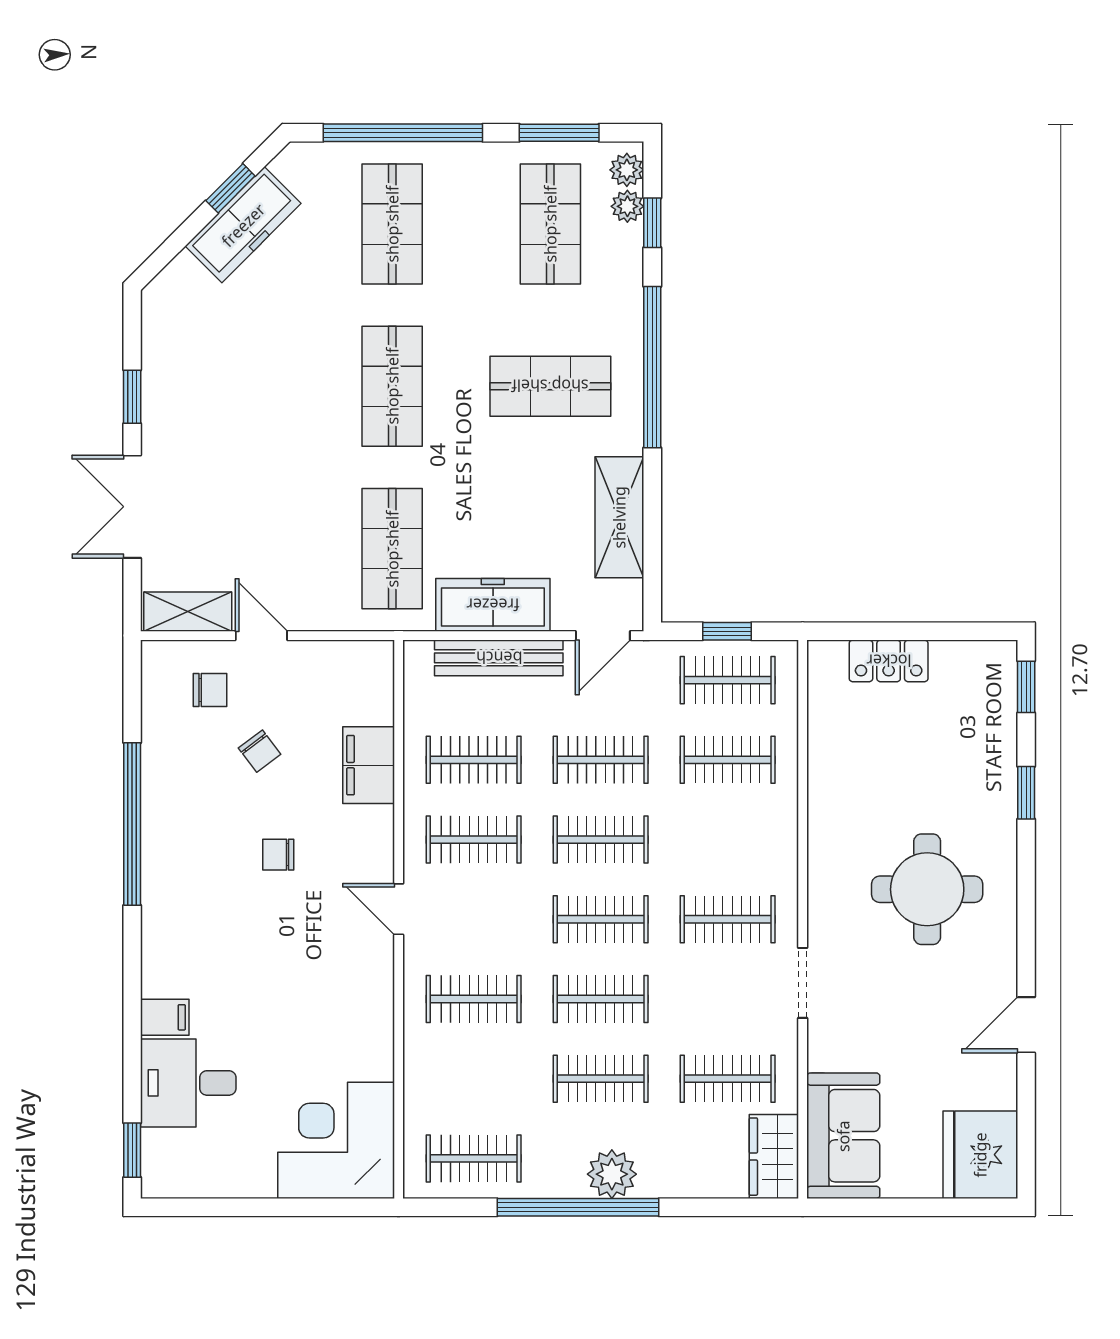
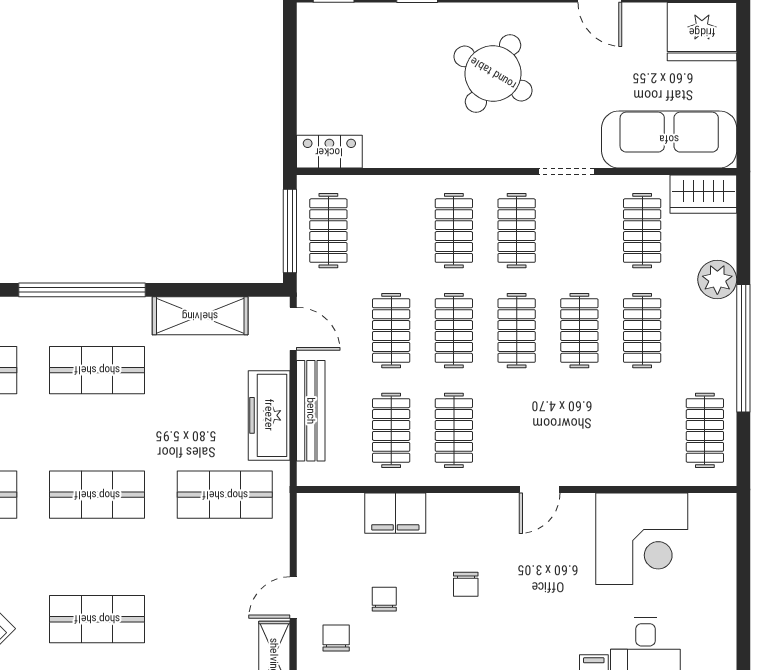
shop shelf: (234, 386) -> (97, 619), added
shop shelf: (550, 386) -> (97, 370), turned 90
window: (727, 631) -> (290, 231), width x2.17
locker: (889, 661) -> (329, 152), moved, turned -90
chair: (260, 751) -> (384, 599), turned -53
clothes rail: (728, 760) -> (454, 231), moved
round table: (927, 889) -> (493, 73), turned 31
door: (399, 909) -> (540, 490), moved
clothes rail: (474, 999) -> (579, 430), removed
sofa: (843, 1136) -> (669, 139), width x1.36
corner desk: (336, 1140) -> (642, 539), moved, turned -90
plant: (612, 1174) -> (717, 280), moved

